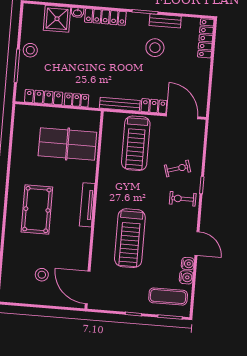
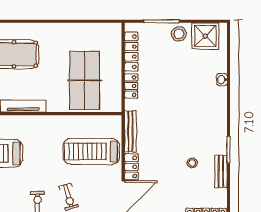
locker: (105, 17) -> (220, 109), removed
shower: (57, 19) -> (205, 36), moved
stool: (155, 48) -> (192, 163), width x0.53, depth x0.53

